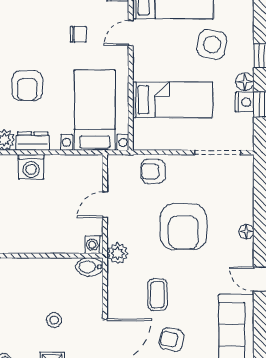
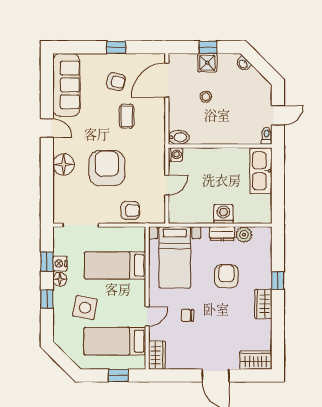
floor lamp: (246, 232) -> (64, 164), width x1.89, depth x1.89
plant: (117, 253) -> (157, 148), removed

